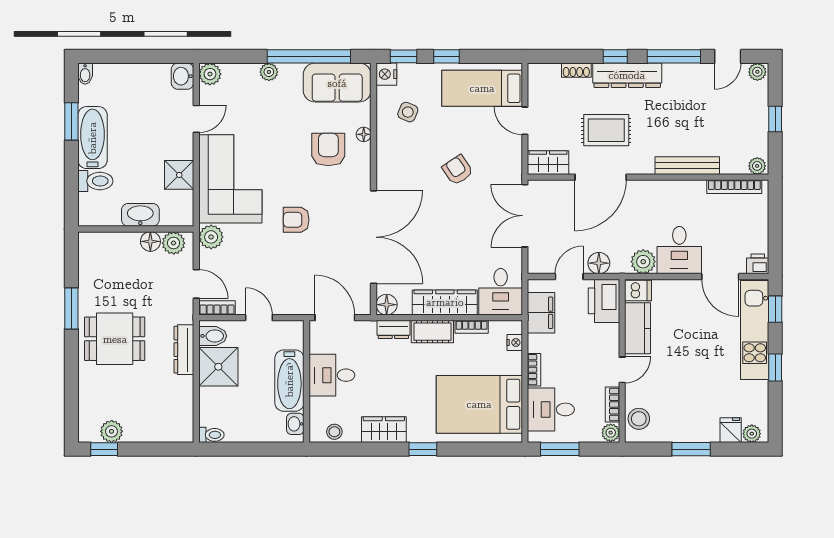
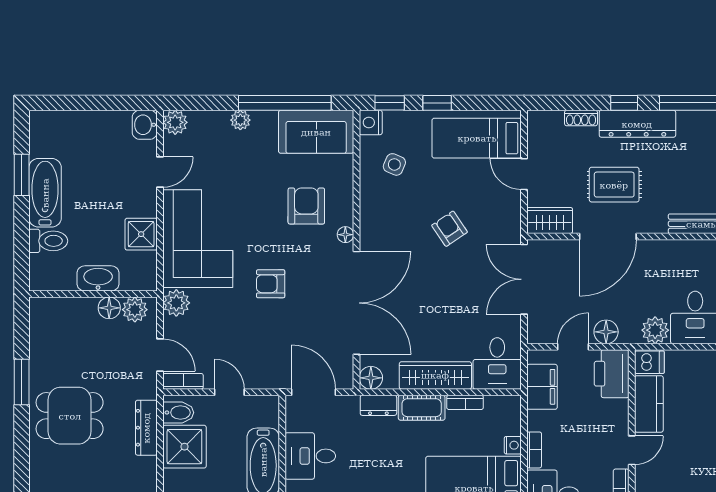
bidet: (85, 74) -> (37, 122), removed
floor lamp: (364, 134) -> (345, 235), moved
nightstand: (515, 342) -> (513, 445), moved

